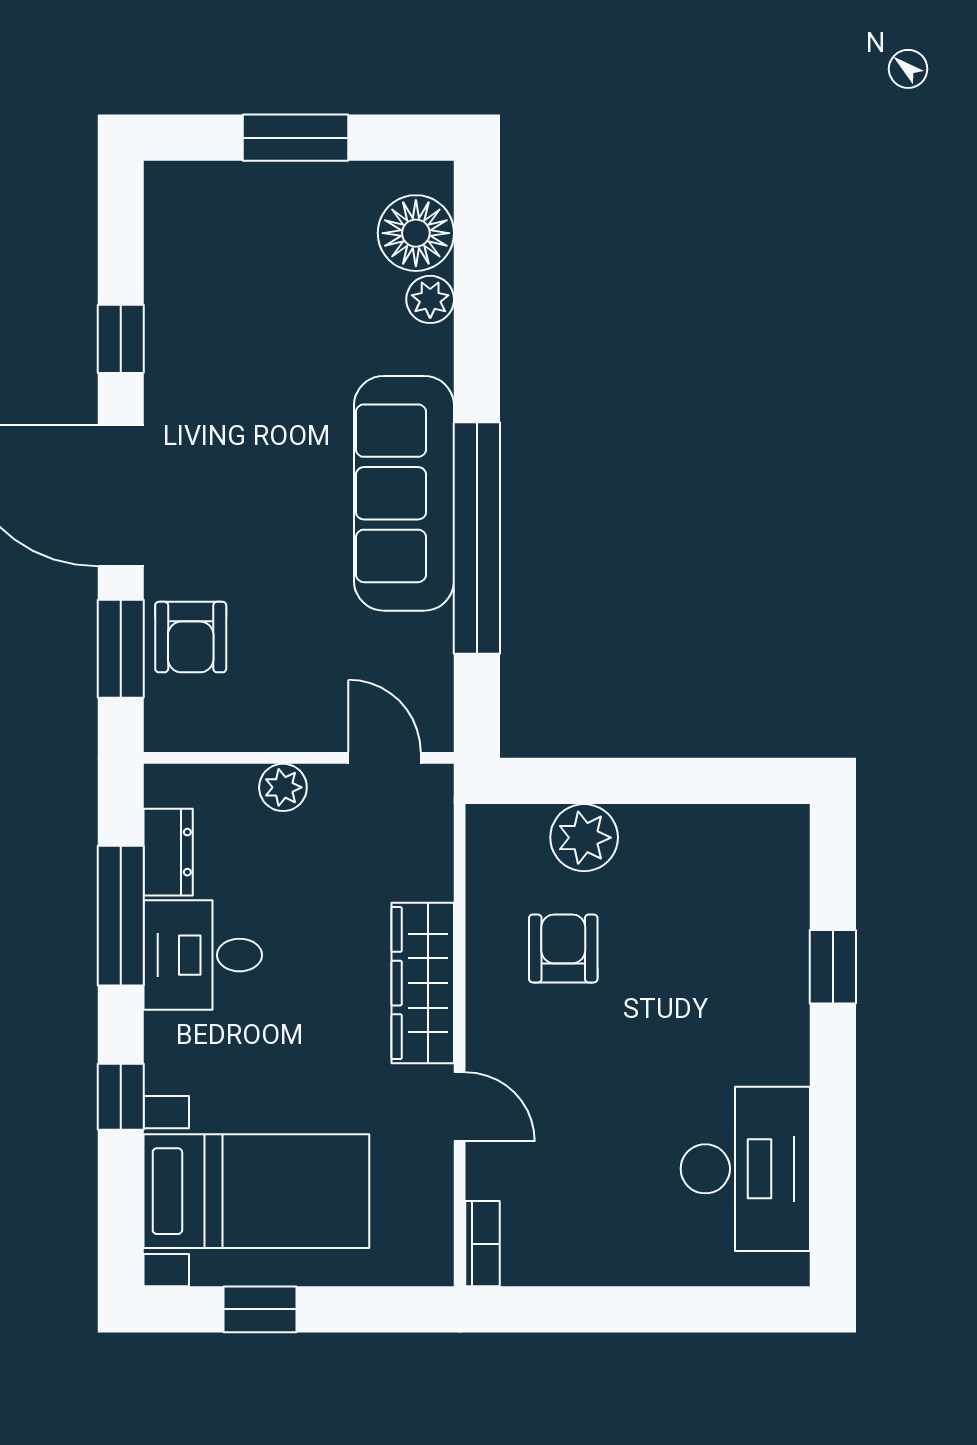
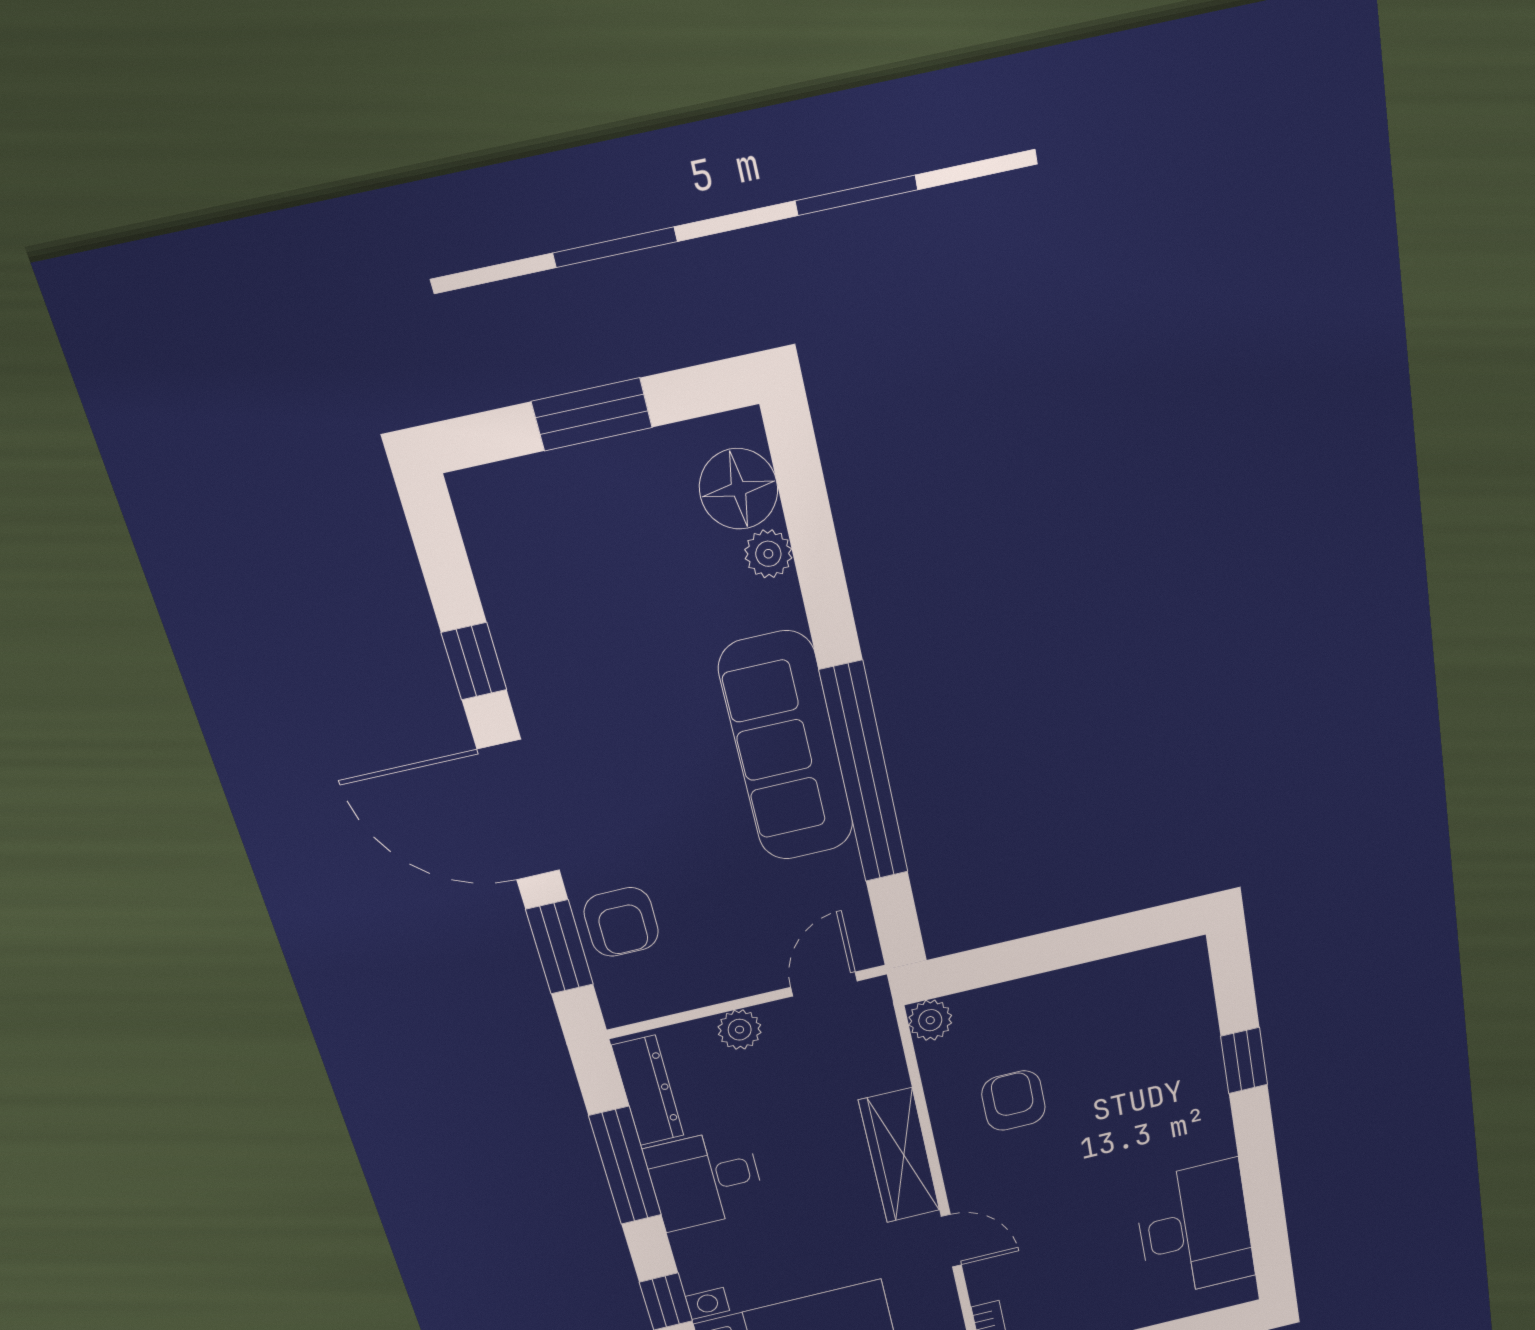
door: (385, 758) -> (824, 984), hinge flipped
plant: (584, 838) -> (930, 1020), moved, width x0.73, depth x0.73
dresser: (168, 852) -> (648, 1091), width x1.44

